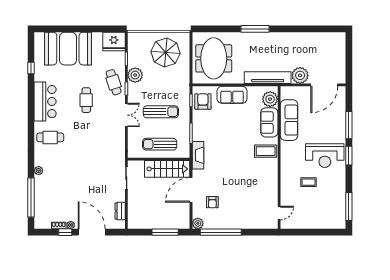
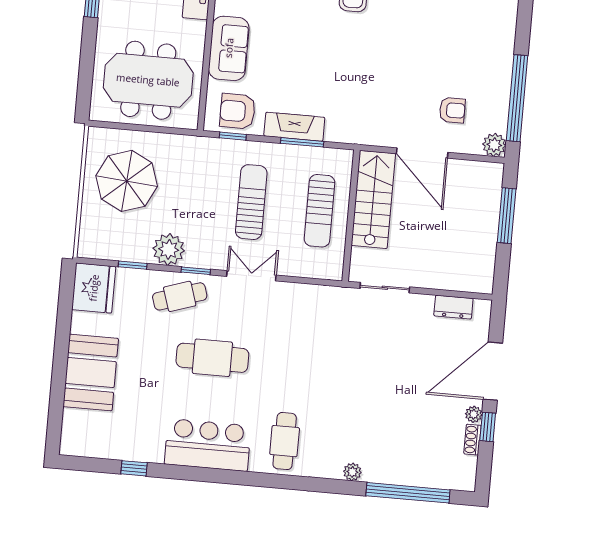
booth: (68, 49) -> (91, 372), width x0.73, depth x0.70
cafe table: (86, 100) -> (212, 358), width x1.37, depth x1.35
fireplace: (198, 155) -> (294, 127), moved

